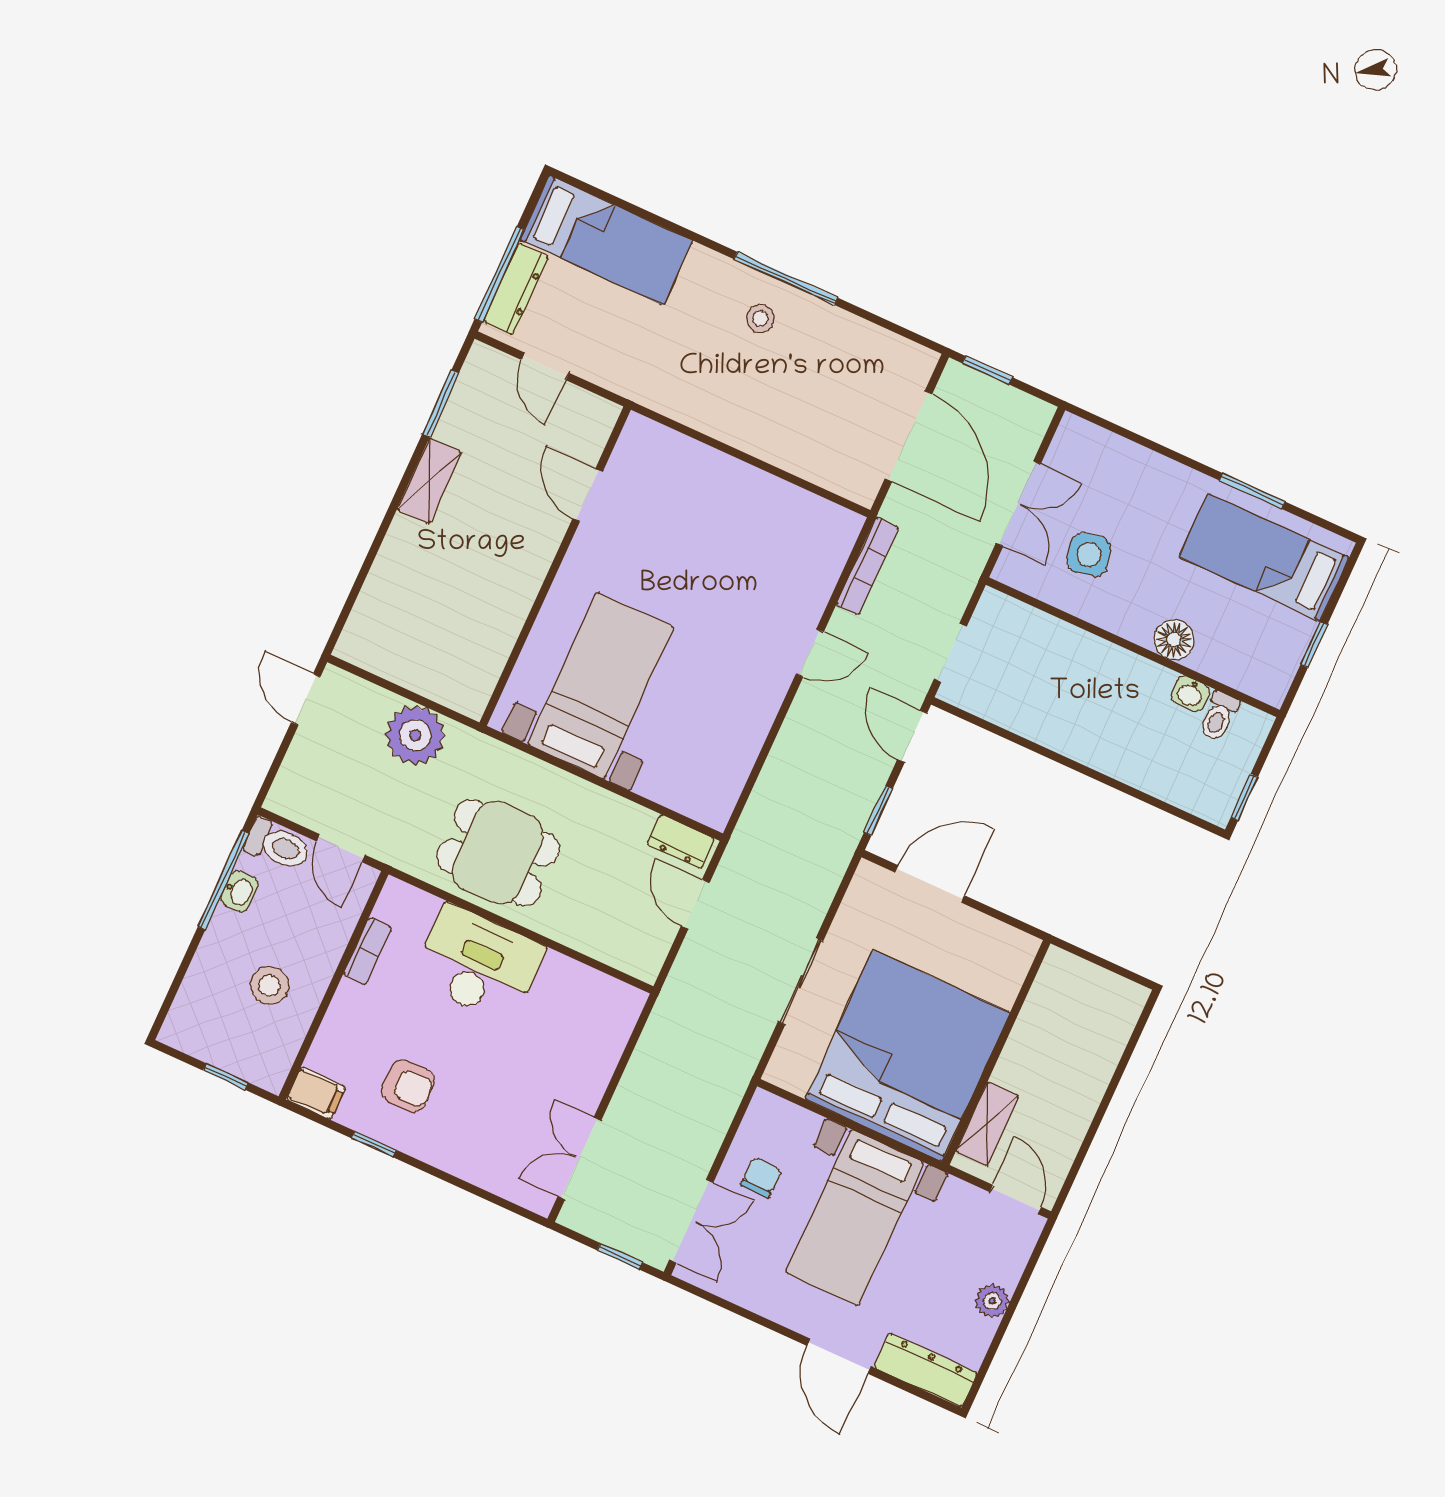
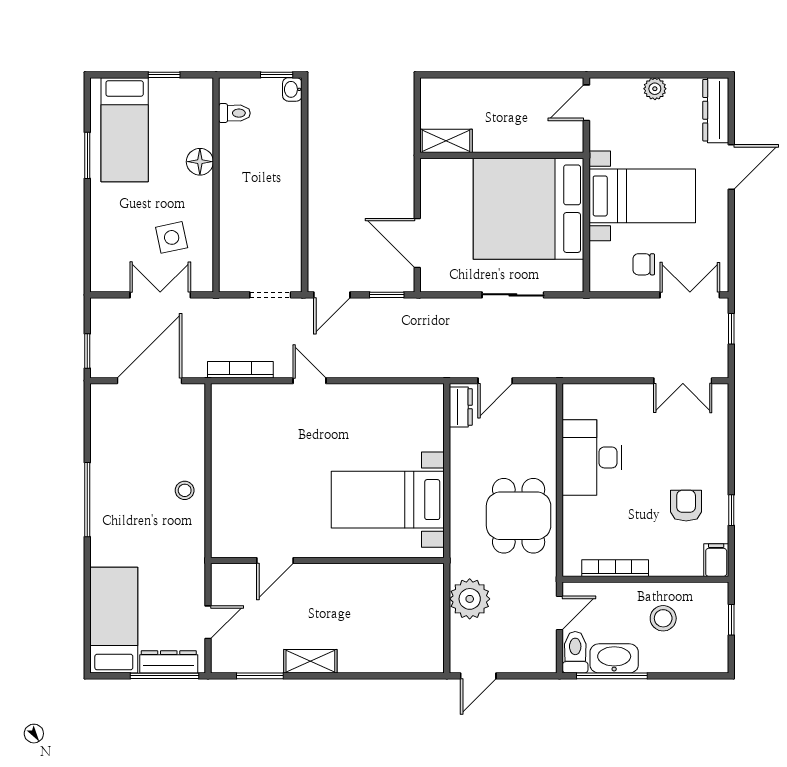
stool: (760, 318) -> (185, 490), moved
washbasin: (1190, 694) -> (292, 89), moved, turned 180
washbasin: (239, 891) -> (614, 658), width x1.91, depth x1.45
bookcase: (367, 951) -> (615, 568), width x1.56
desk: (478, 964) -> (592, 457), moved
shelving: (987, 1124) -> (446, 141), moved

